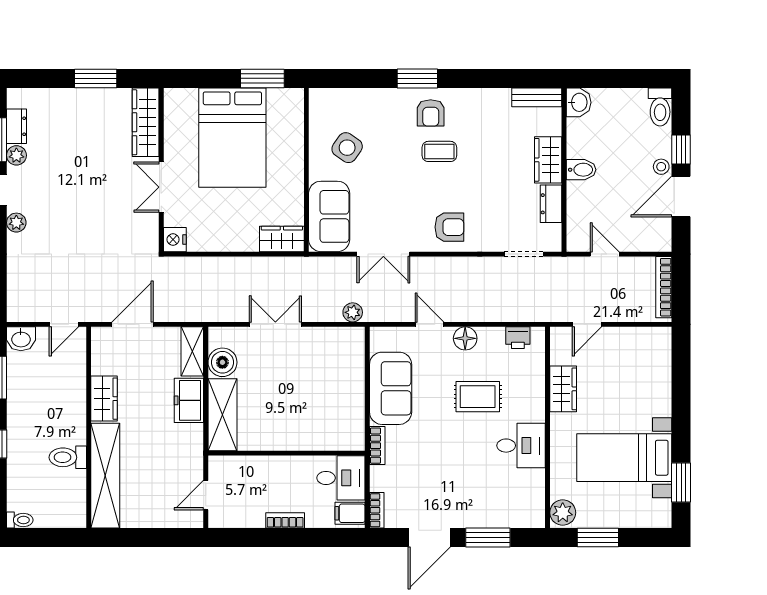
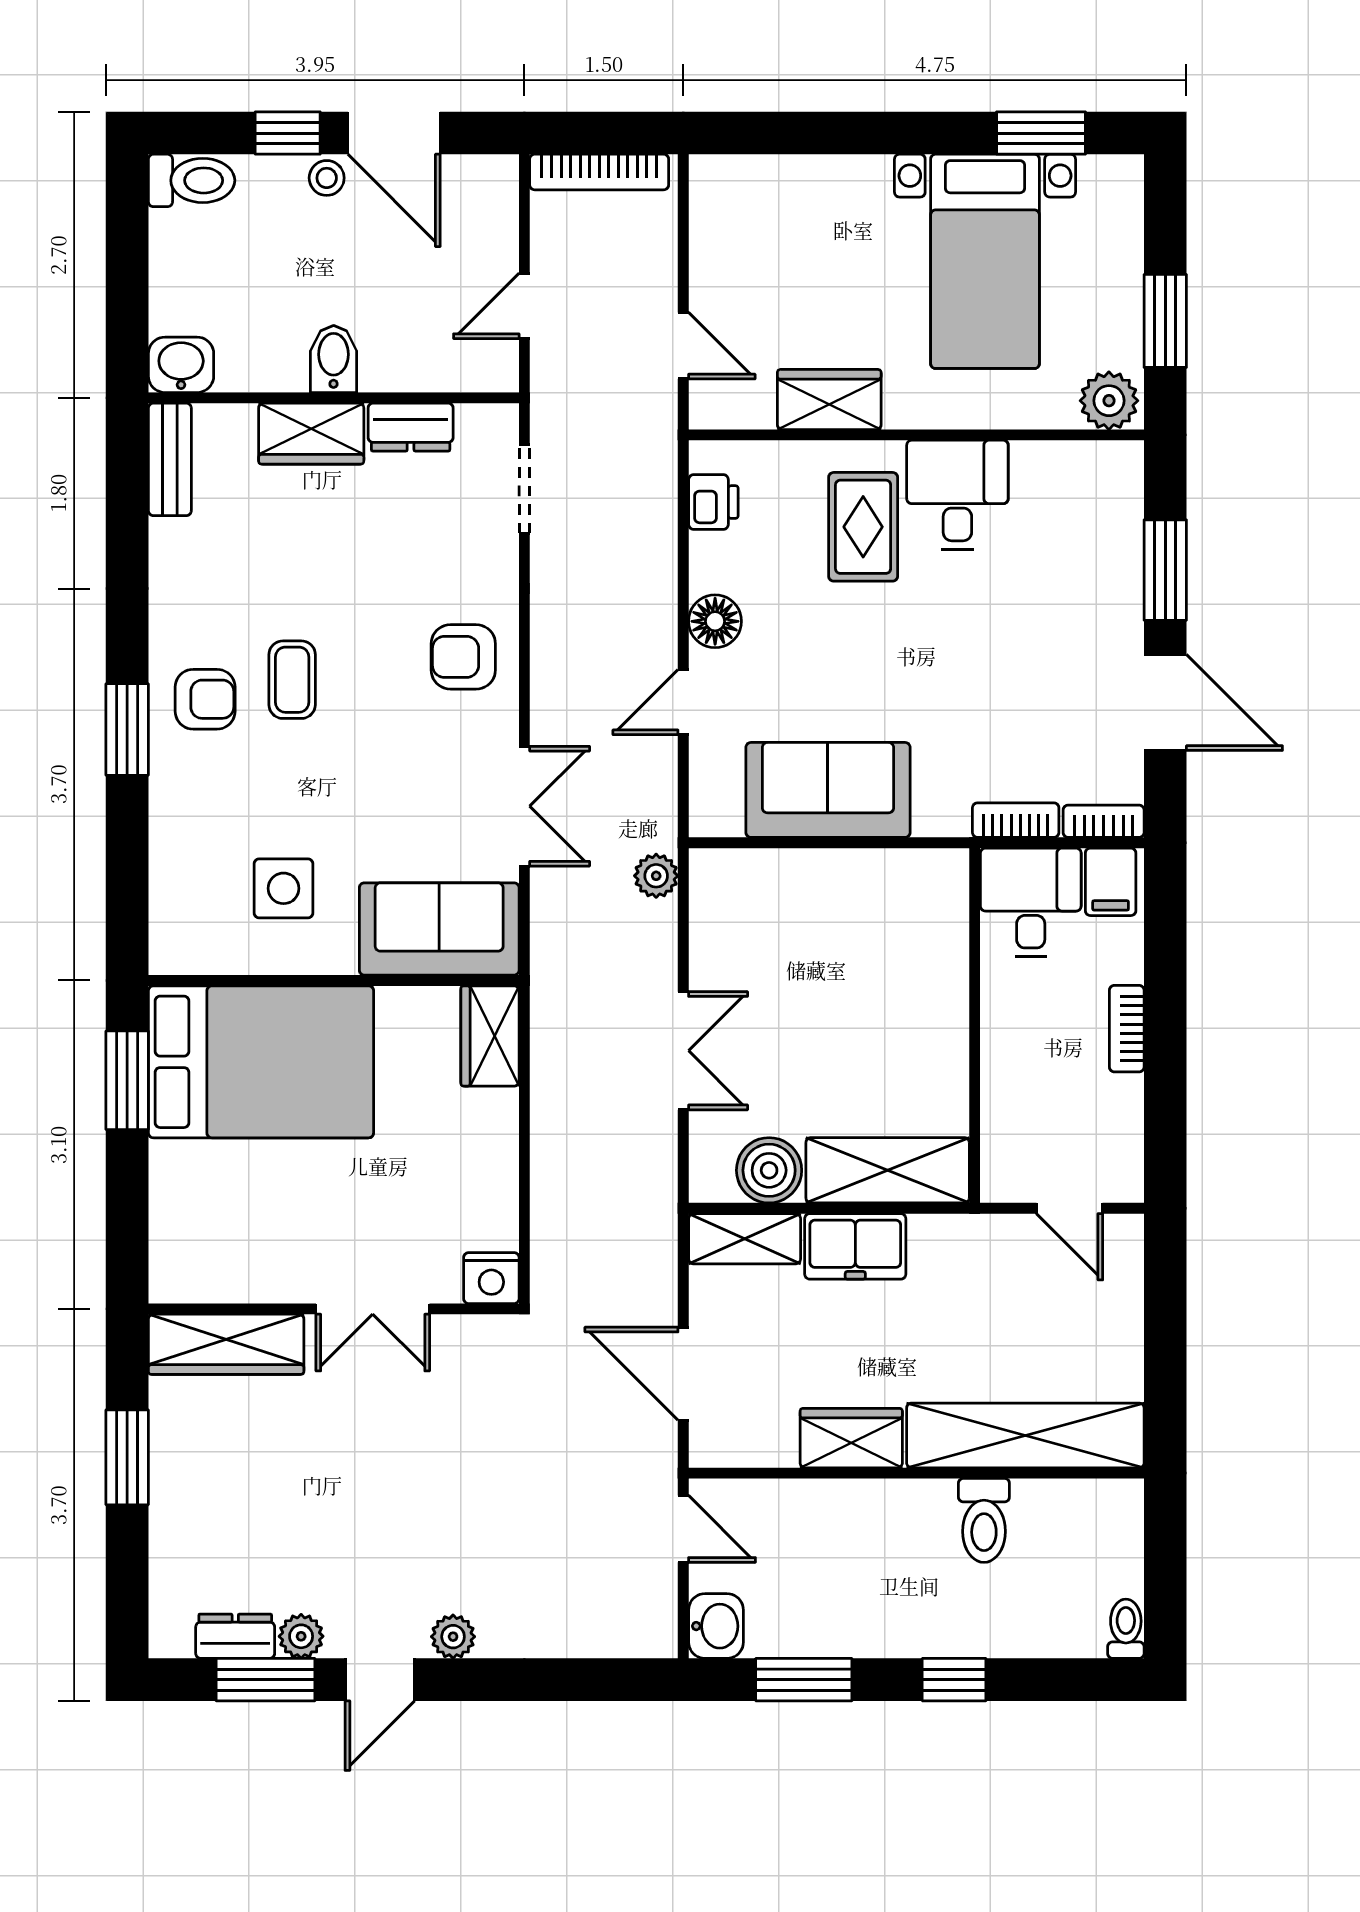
bed: (232, 138) -> (261, 1062), moved
side table: (347, 148) -> (284, 888), turned -35
armchair: (449, 227) -> (463, 657), turned -90
double door: (275, 324) -> (683, 1051), swing flipped
rug: (478, 397) -> (863, 527), moved
bookcase: (377, 446) -> (1016, 820), moved

